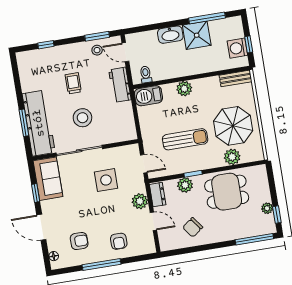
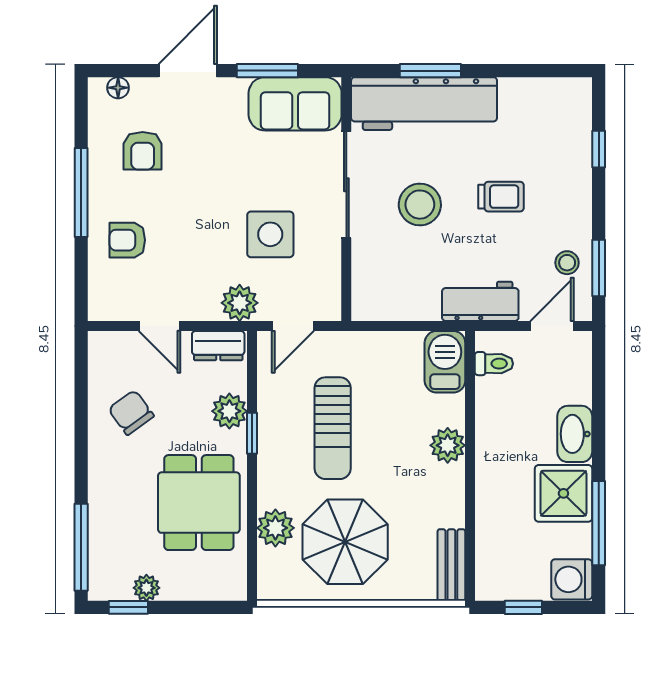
washing machine: (237, 48) -> (572, 579), moved, turned -90
window: (36, 193) -> (267, 71), width x1.50
plant: (140, 201) -> (240, 303), moved
door: (153, 221) -> (159, 326), hinge flipped

